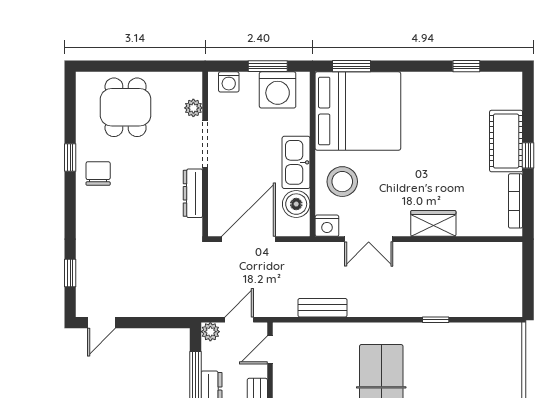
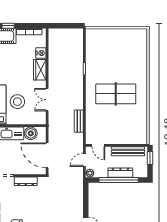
stool: (342, 182) -> (17, 102), moved
nightstand: (327, 226) -> (41, 53), moved
double door: (369, 239) -> (47, 100), swing flipped
door: (239, 320) -> (84, 160), hinge flipped

